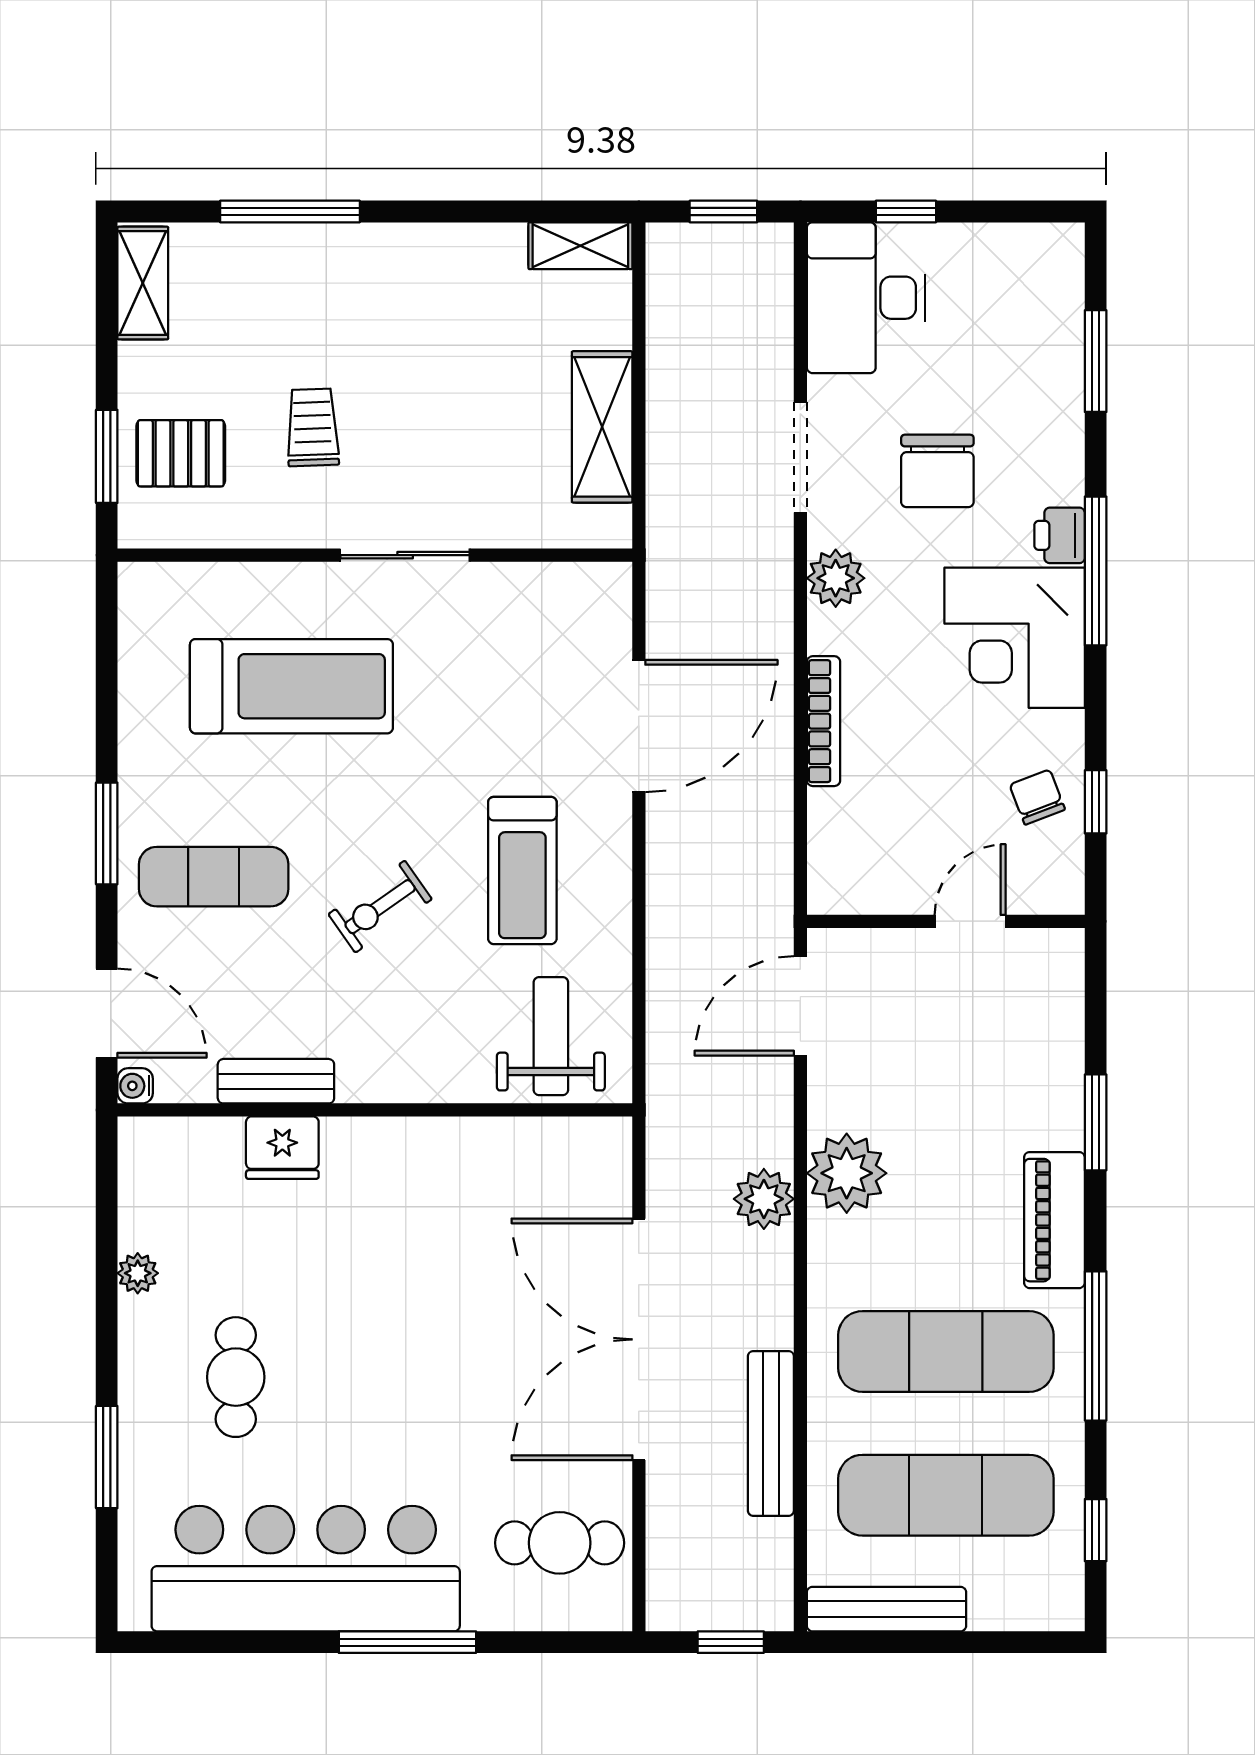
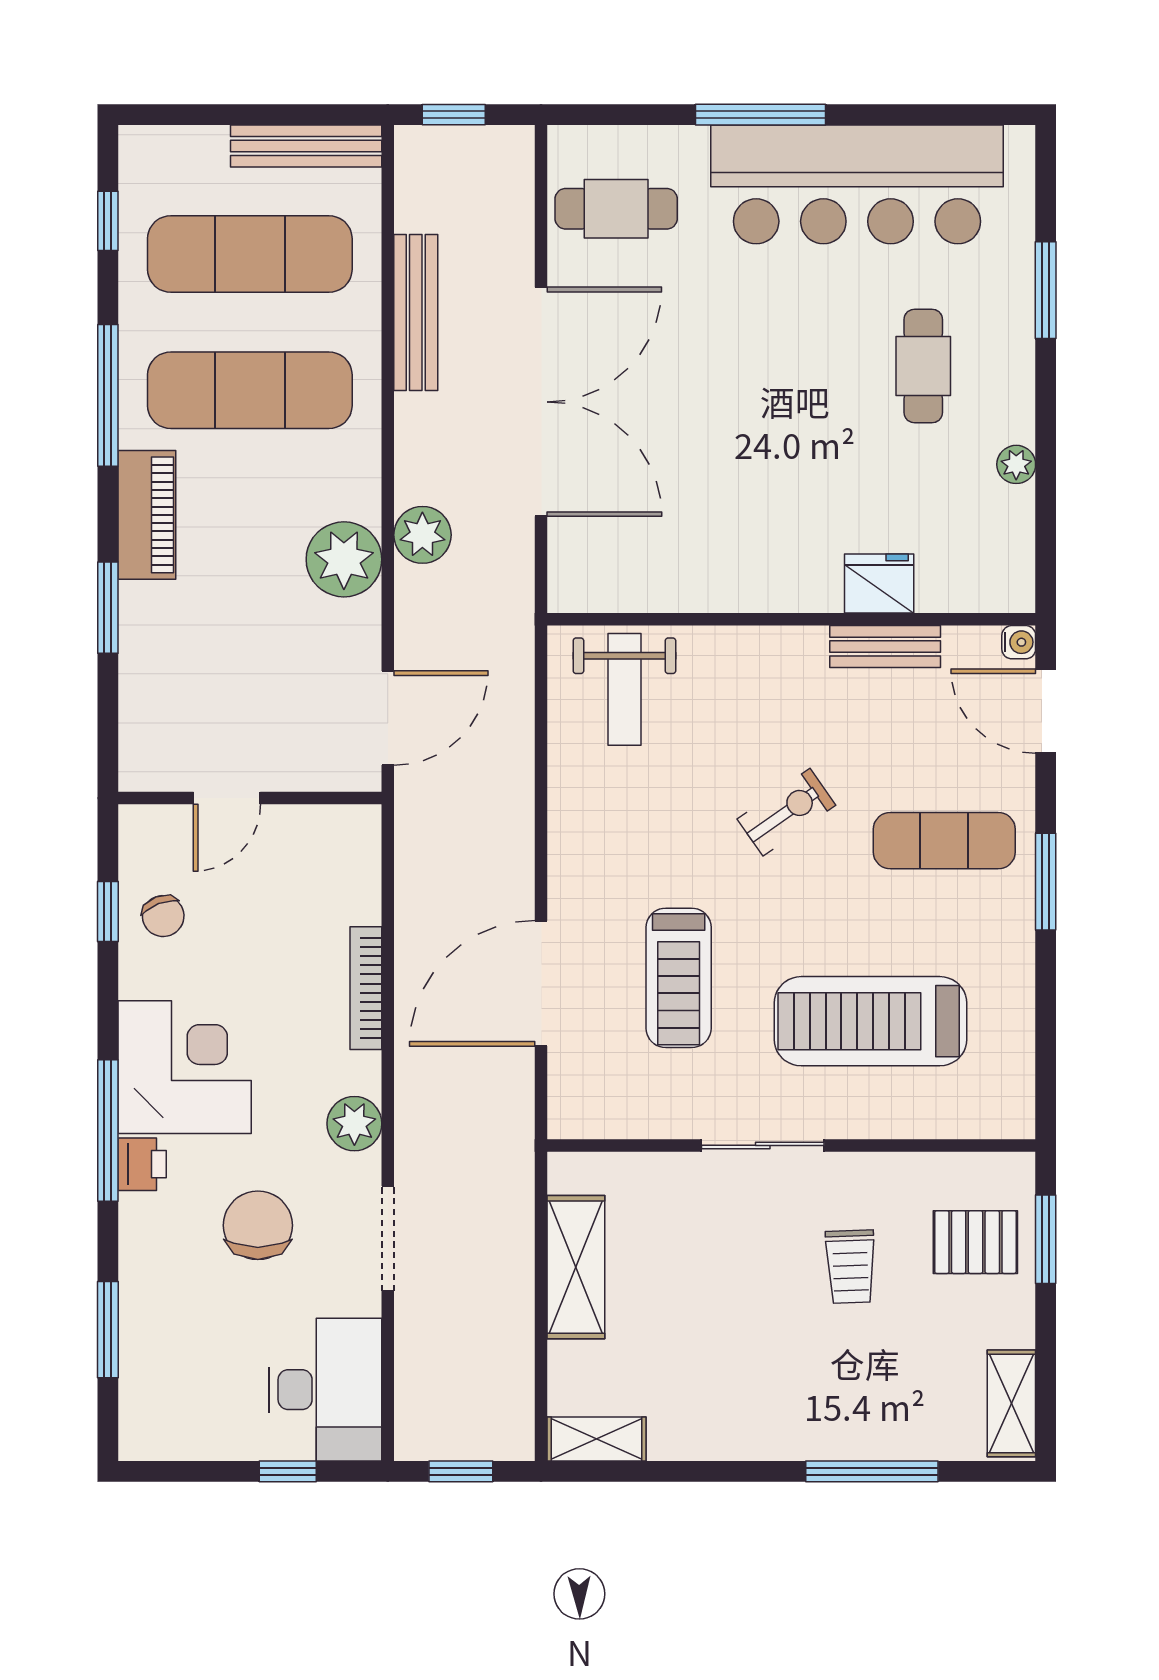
treadmill: (522, 870) -> (679, 978), moved, turned 180

